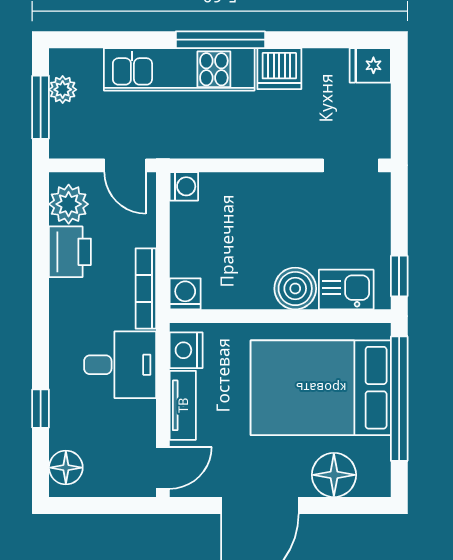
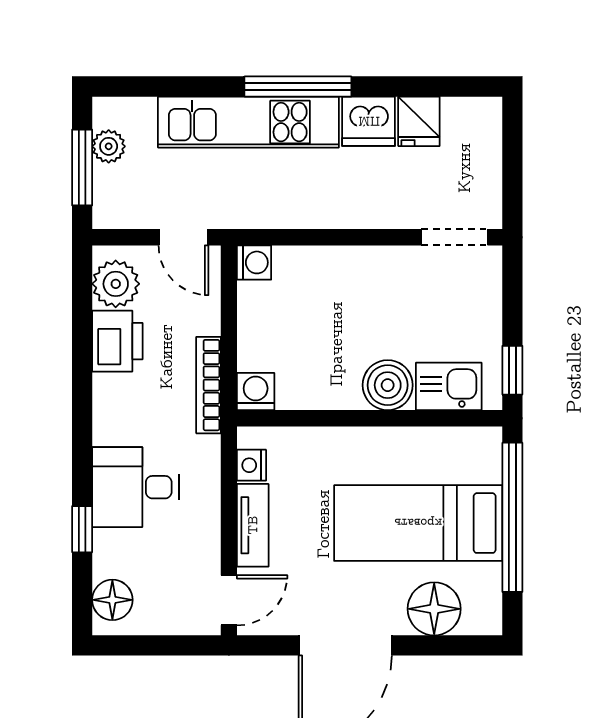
fridge: (370, 65) -> (419, 121), moved, turned -90
nightstand: (186, 350) -> (252, 465), width x0.72, depth x0.74
desk: (120, 365) -> (135, 487), moved, turned 180
bed: (321, 388) -> (418, 523), width x0.67

